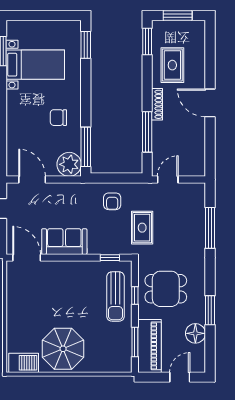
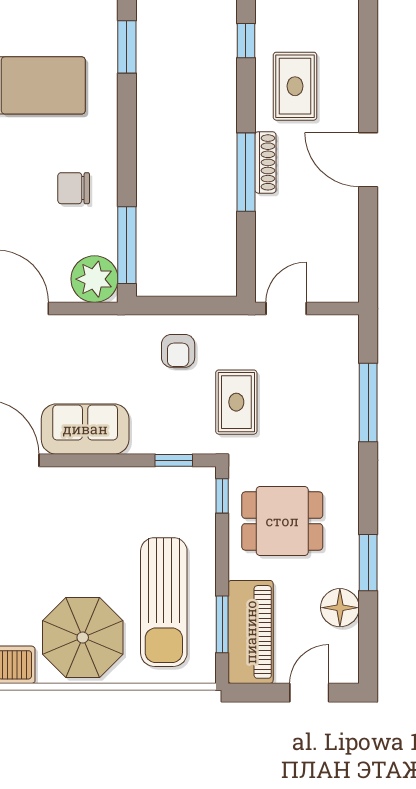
window: (147, 42) -> (246, 41), width x0.67
window: (147, 132) -> (246, 172), moved
window: (135, 296) -> (222, 496), moved
sun lounger: (116, 297) -> (164, 602), moved, width x1.36, depth x1.34

